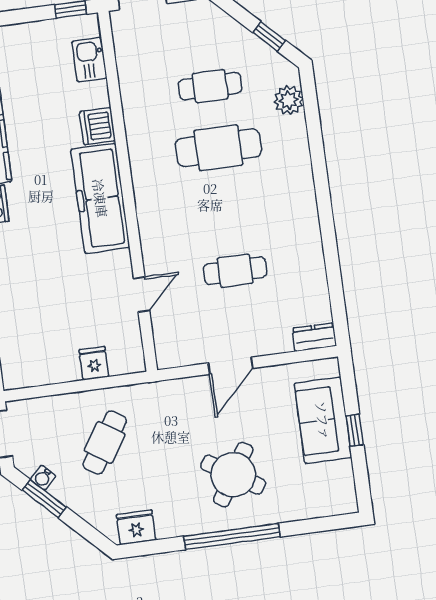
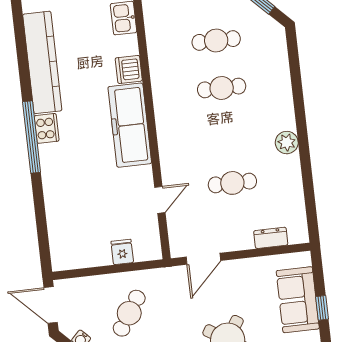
plant: (289, 100) -> (287, 143), moved
cafe table: (218, 148) -> (222, 88), width x0.73, depth x0.74
dresser: (314, 337) -> (271, 238), moved
door: (230, 366) -> (203, 259), moved

